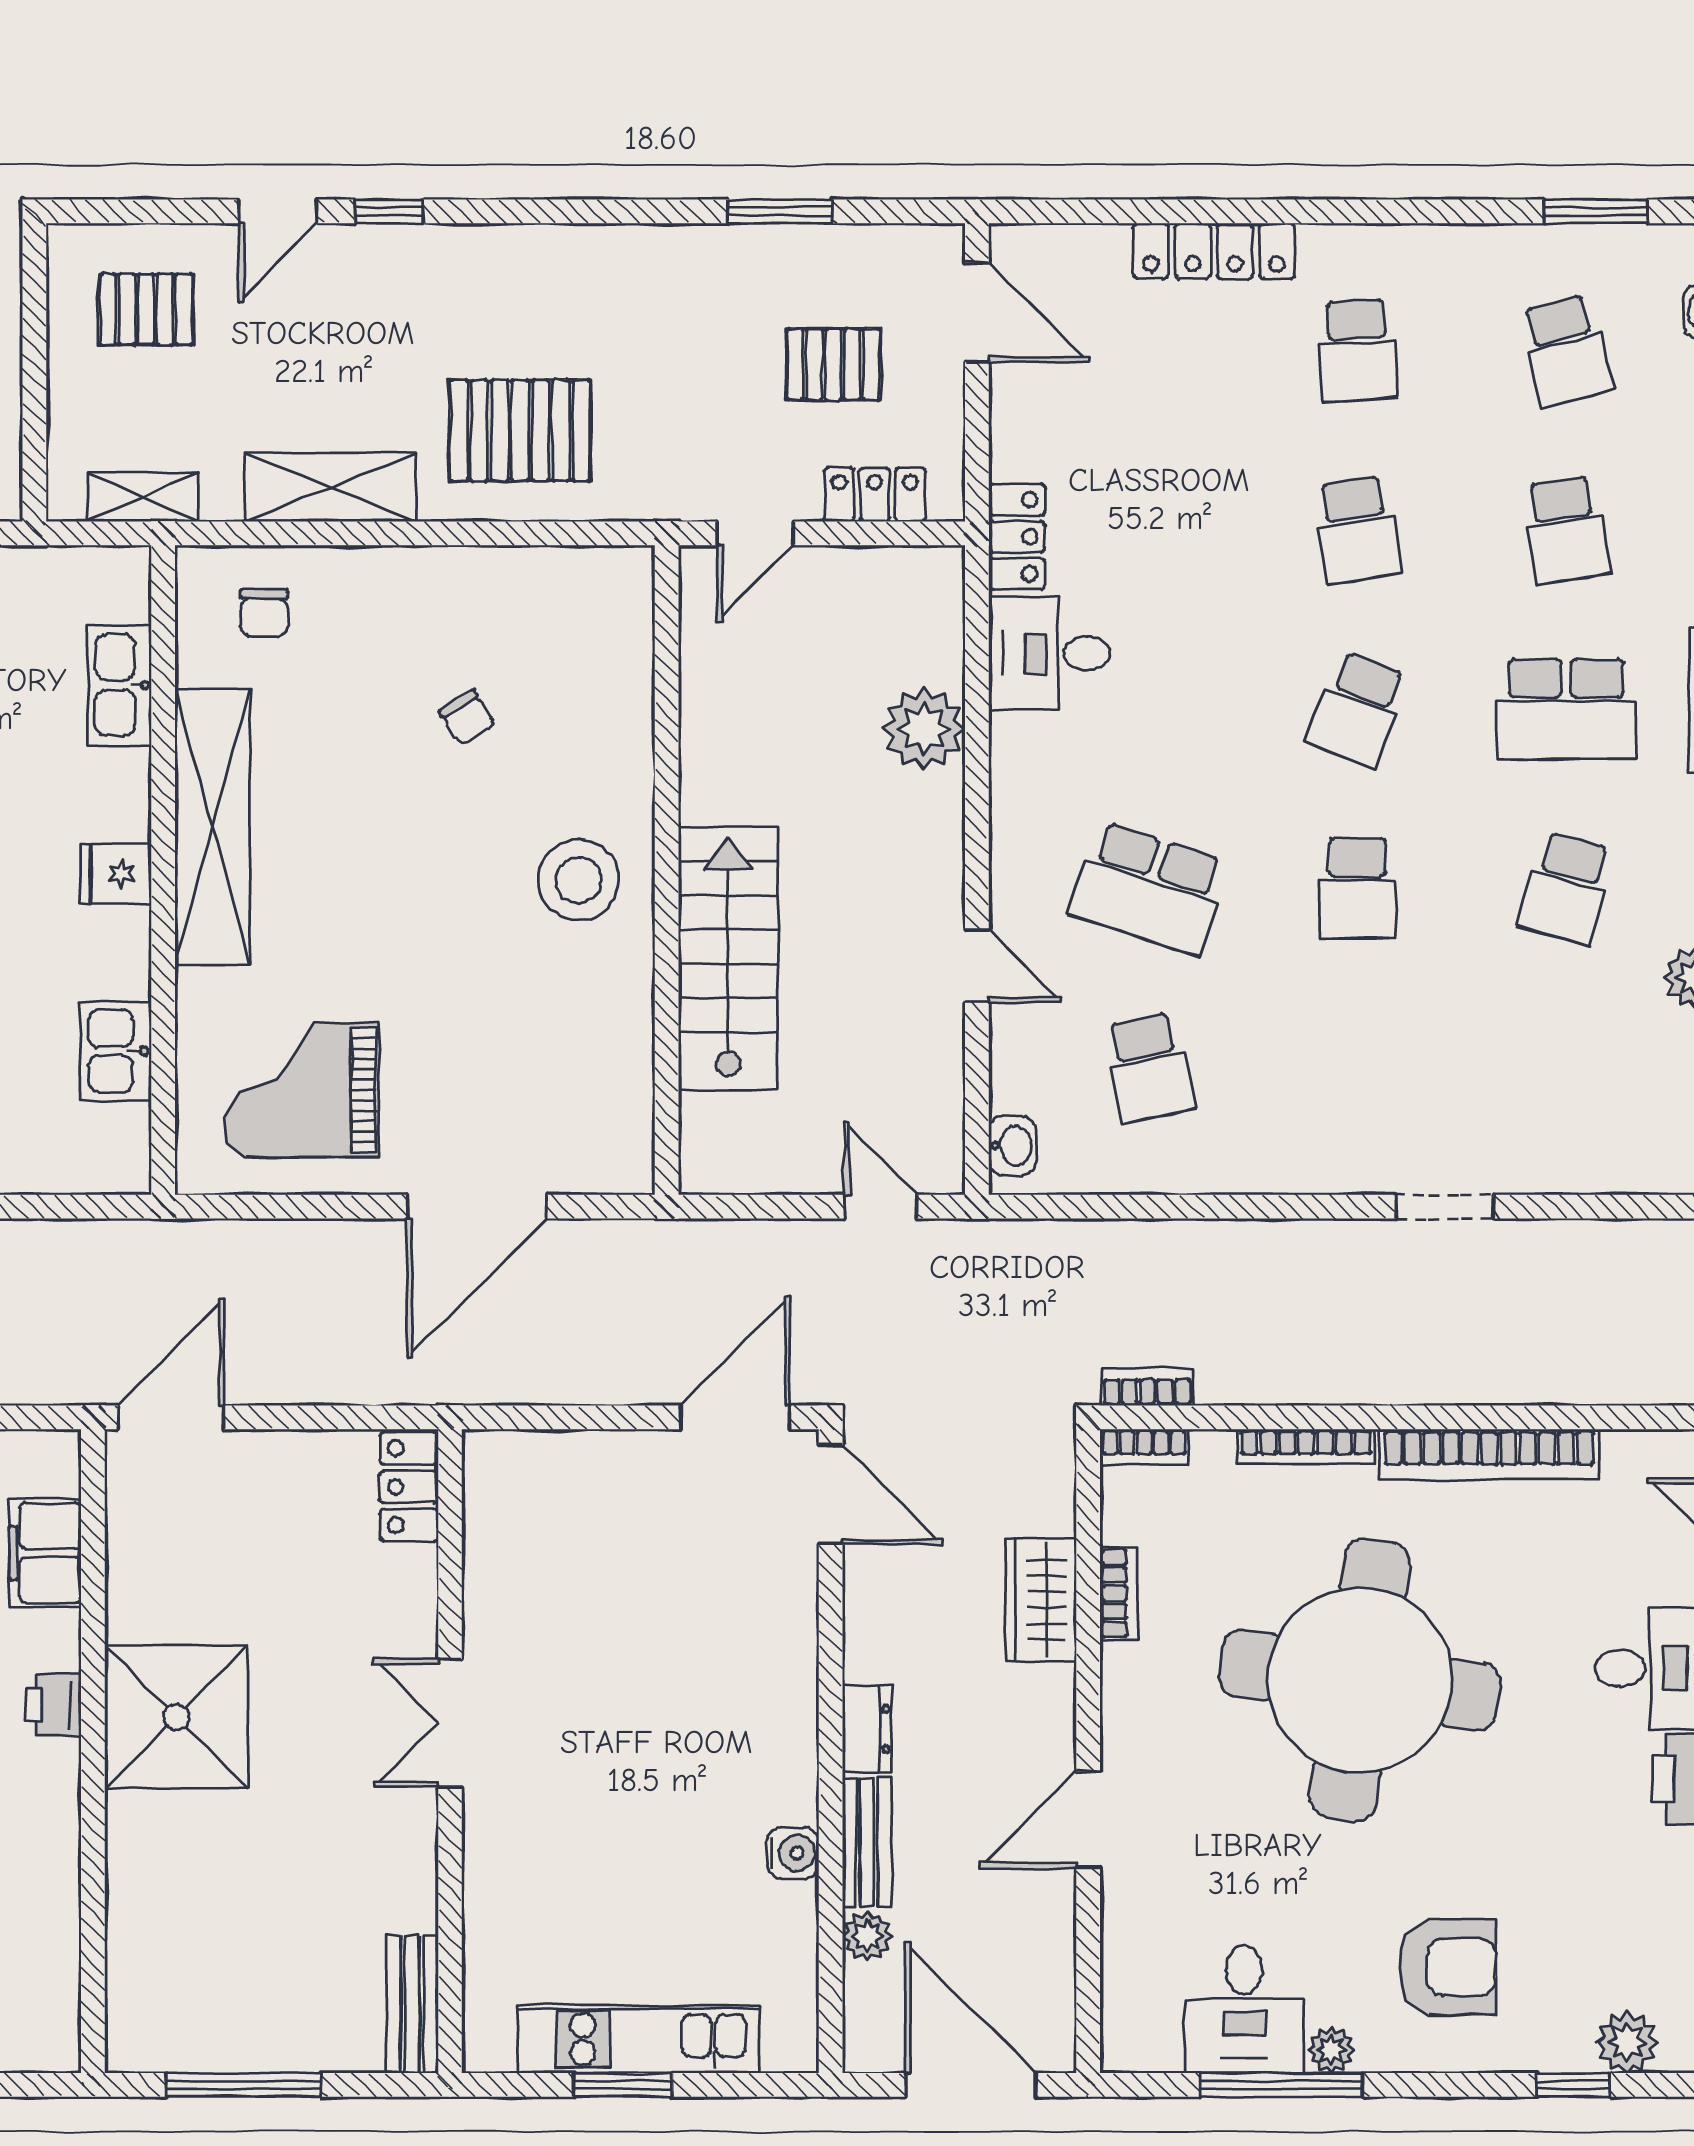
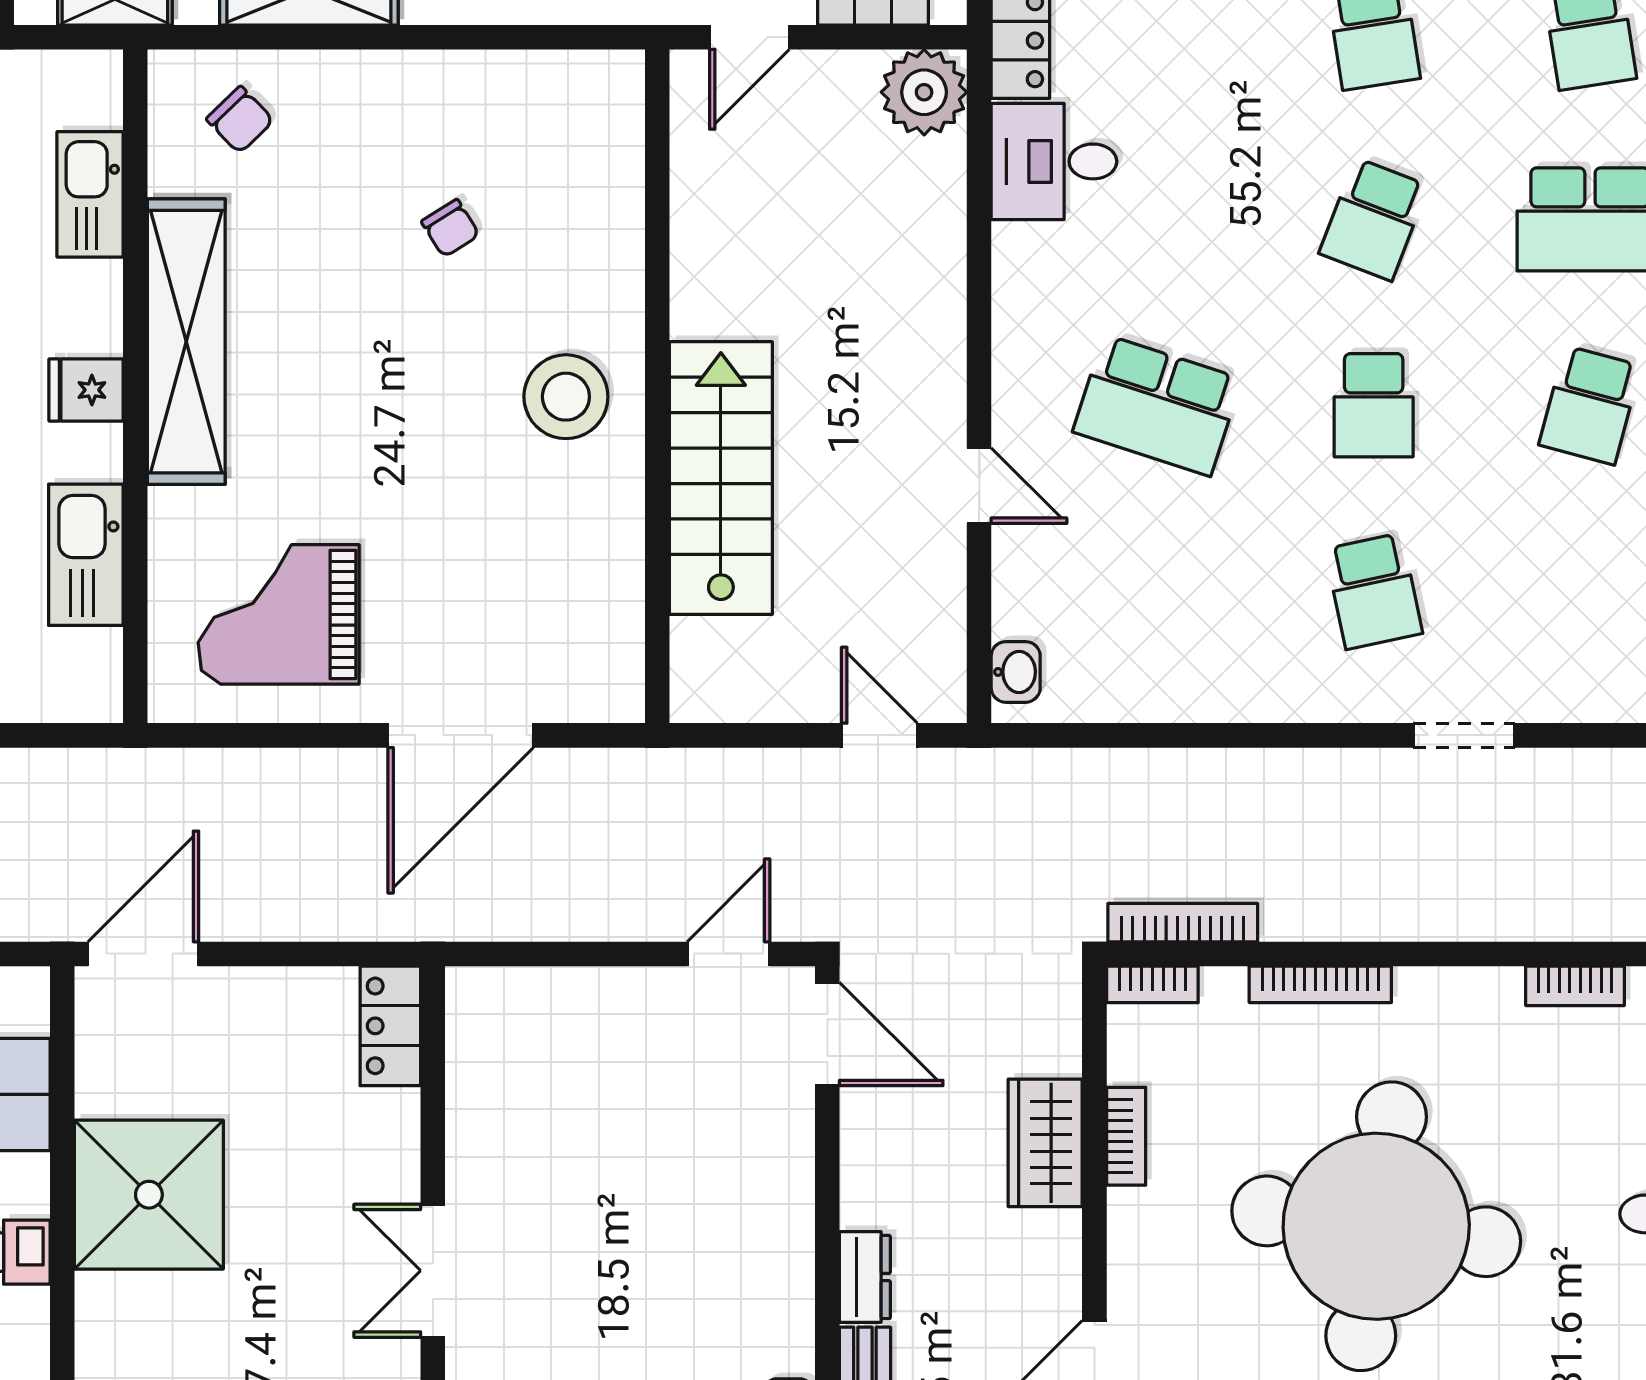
chair: (264, 613) -> (240, 120), turned -44
plant: (924, 729) -> (924, 92), moved
kitchen sink: (116, 1051) -> (86, 555), width x1.38
school desk: (1149, 1068) -> (1374, 591), moved
bookcase: (1147, 1387) -> (1183, 923), width x1.56
door: (735, 1417) -> (729, 954), width x0.73
bookcase: (1489, 1454) -> (1575, 986), width x0.43, depth x0.76
shower: (176, 1717) -> (149, 1195), moved

